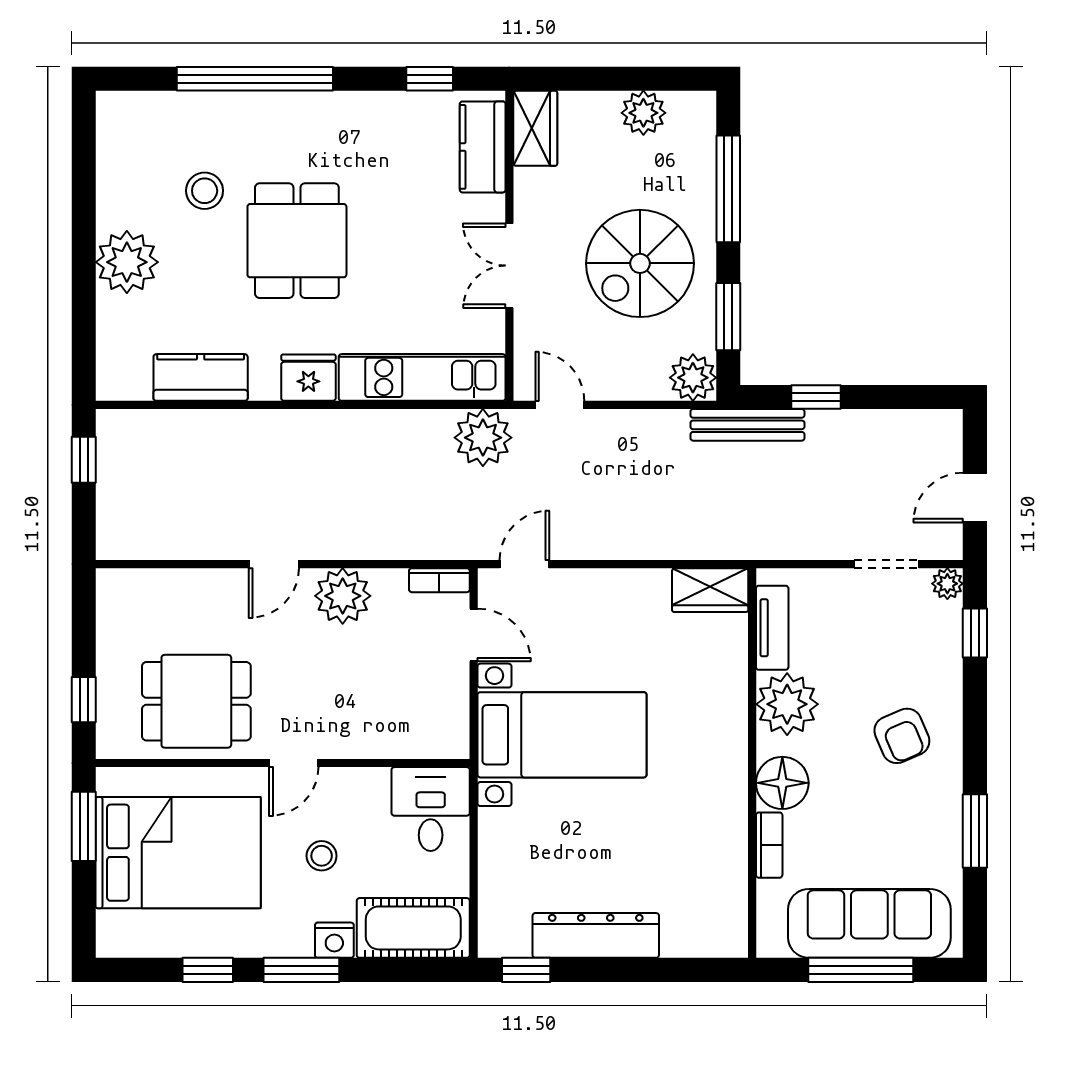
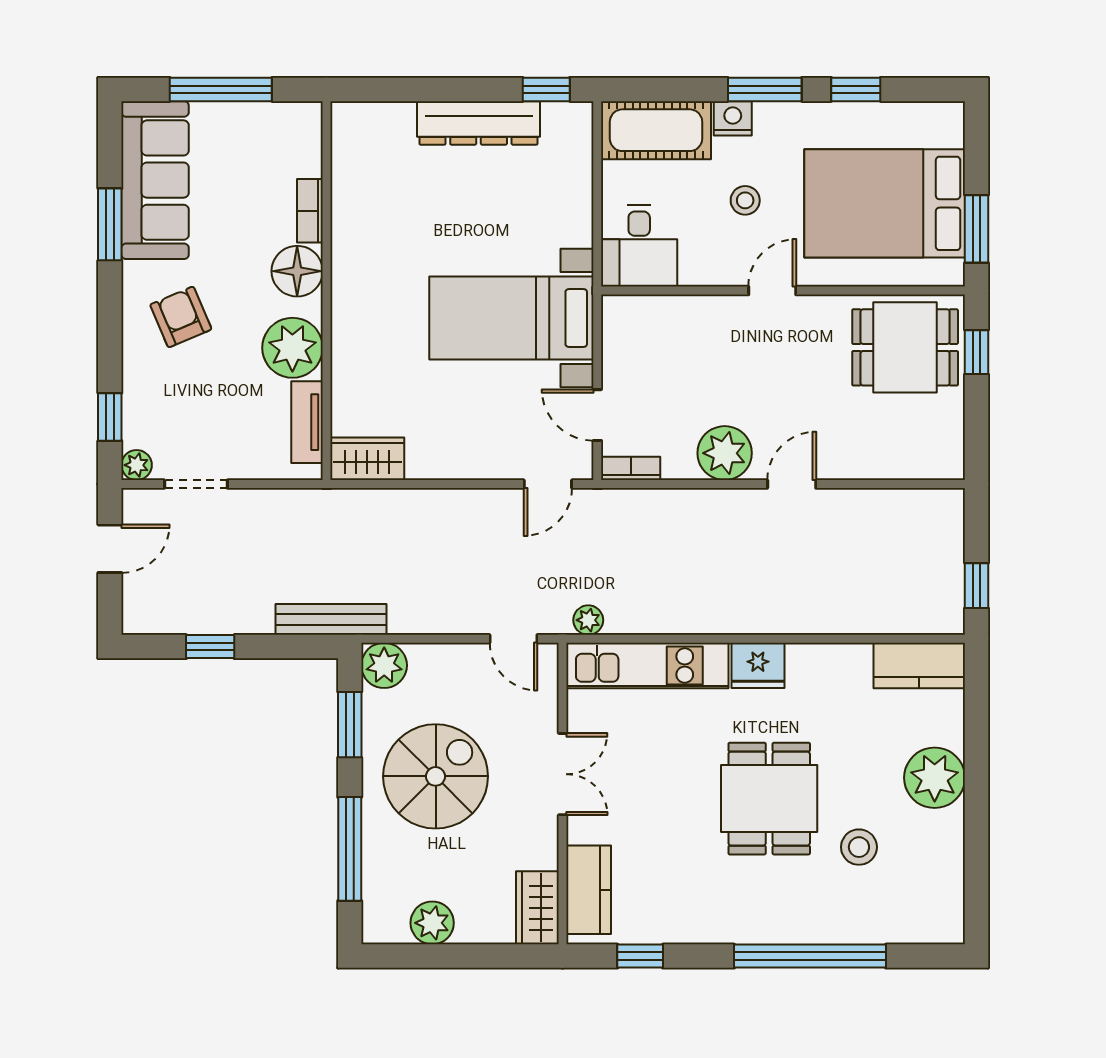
kitchen counter: (201, 377) -> (919, 666), moved
window: (816, 397) -> (210, 647), moved
plant: (483, 438) -> (588, 620), width x0.53, depth x0.53
dining table: (196, 701) -> (905, 347), moved
sofa: (869, 923) -> (155, 180), moved, turned -90

